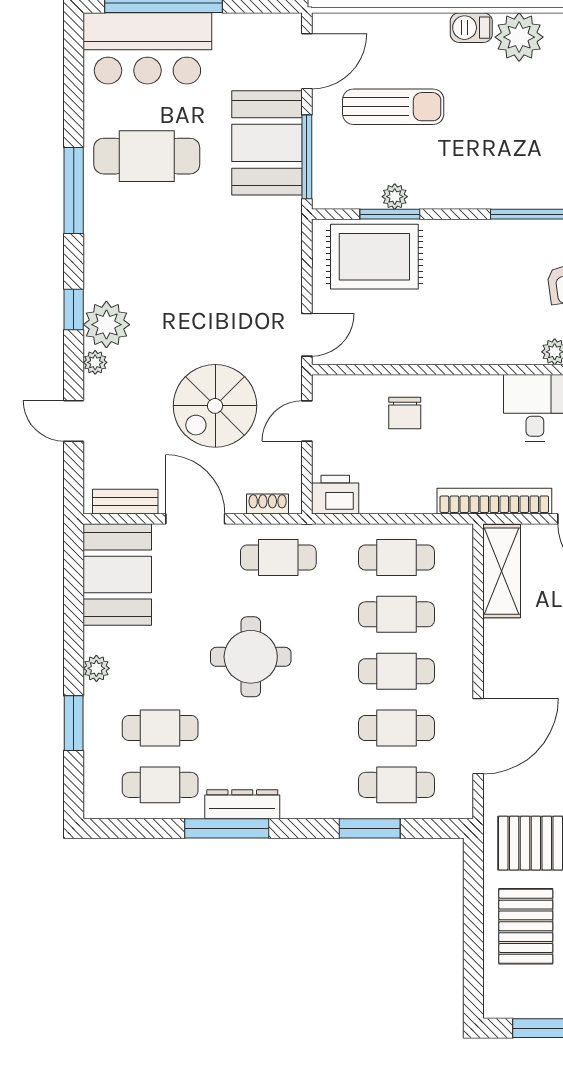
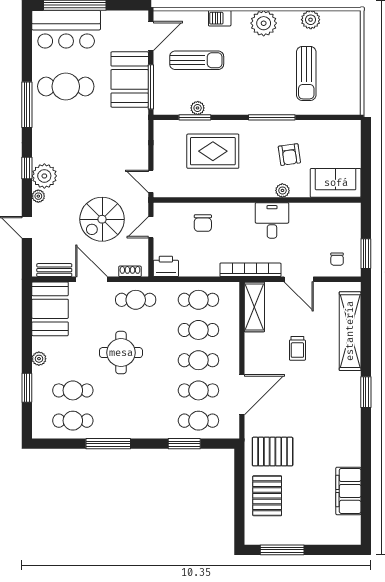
barbecue: (471, 28) -> (220, 18), moved
rug: (374, 257) -> (213, 151), moved
door: (307, 335) -> (151, 181), swing flipped
dresser: (242, 804) -> (116, 431), removed

